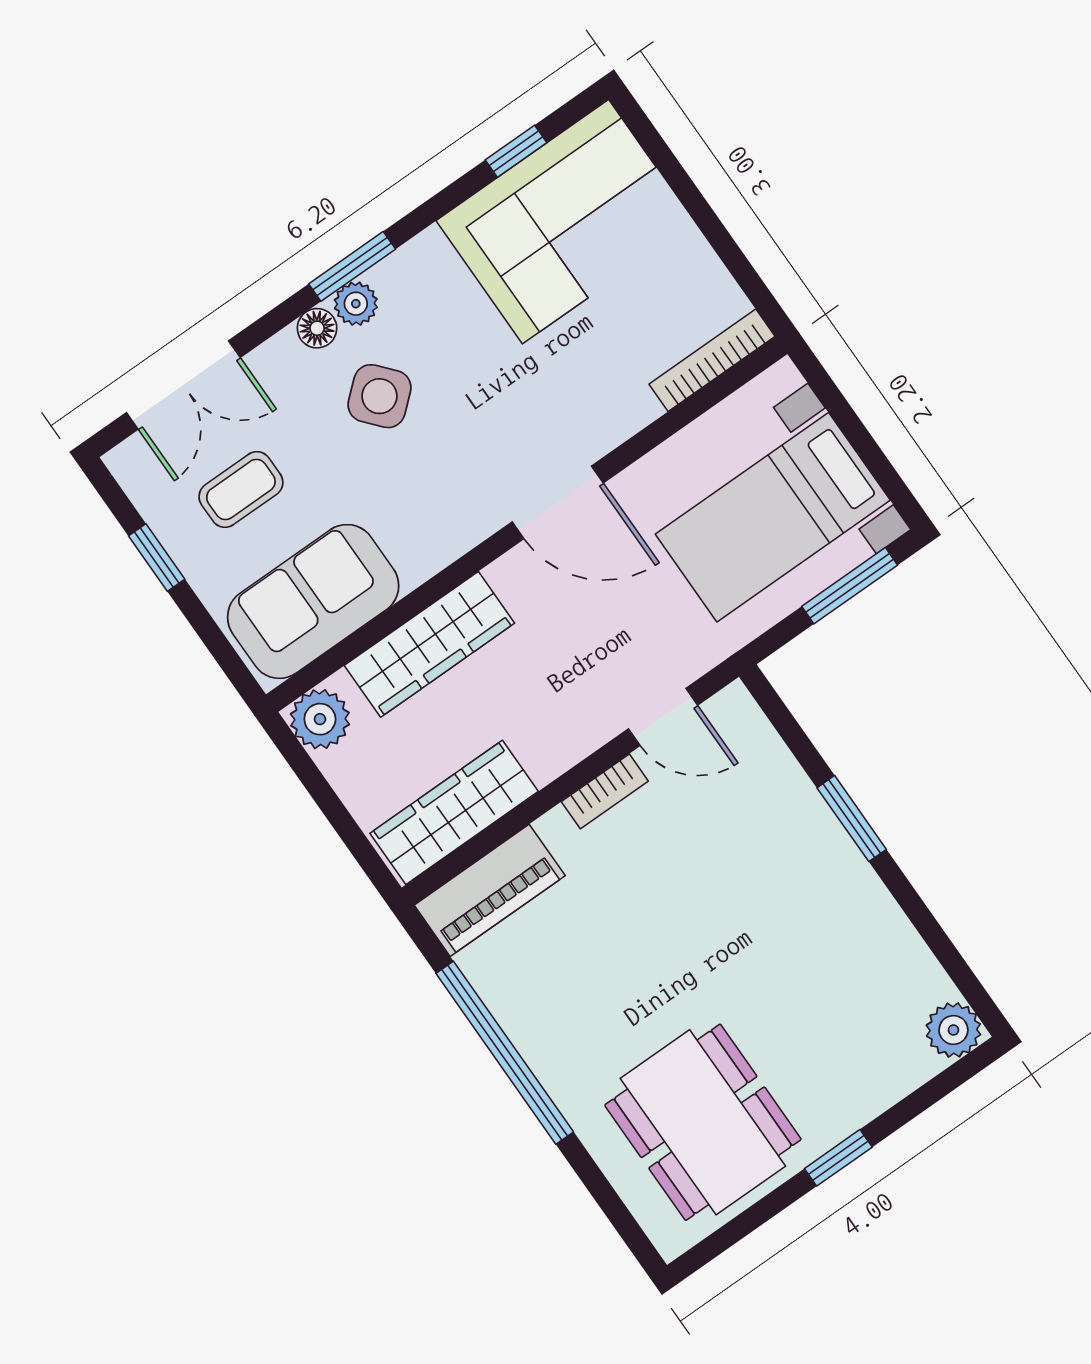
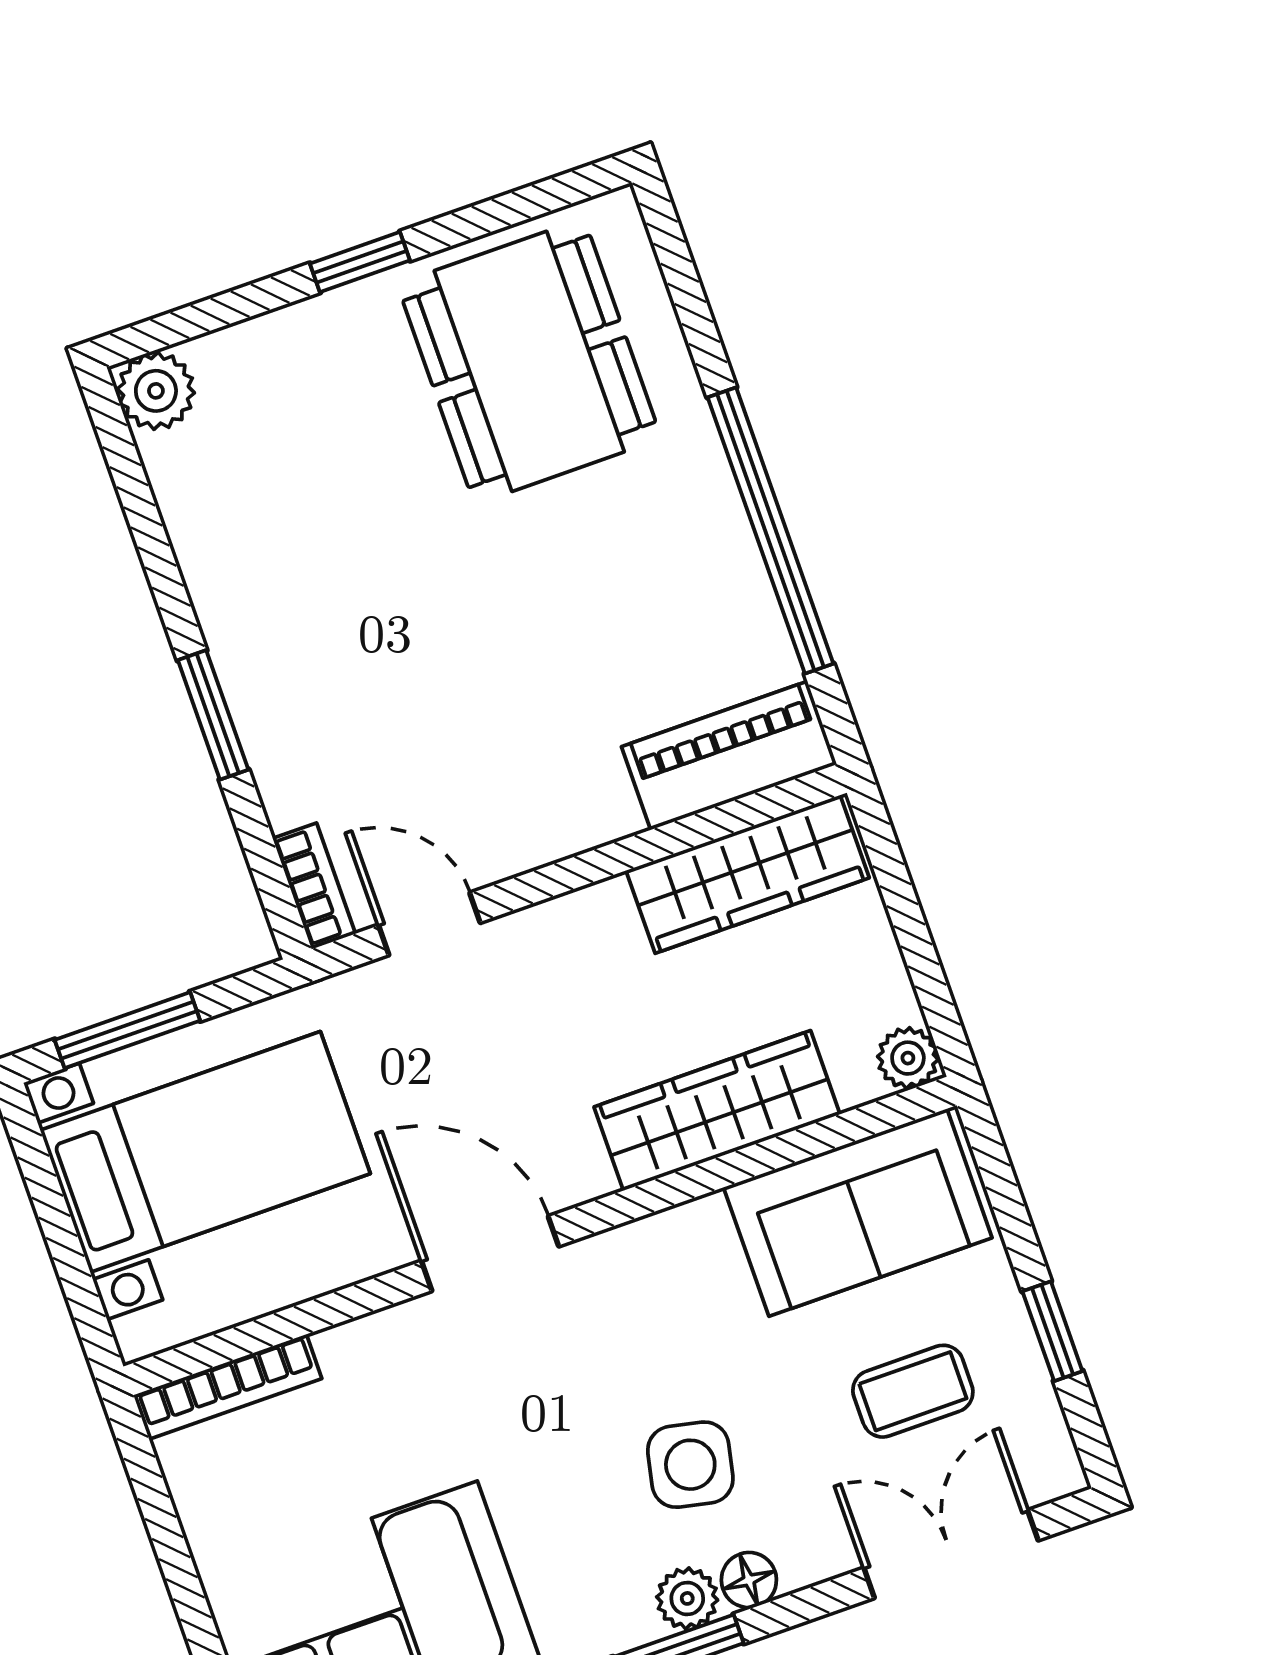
side table: (379, 396) -> (690, 1465), turned -37
plant: (320, 719) -> (908, 1058), width x0.73, depth x0.73
bookcase: (605, 791) -> (314, 886), moved, turned 90

